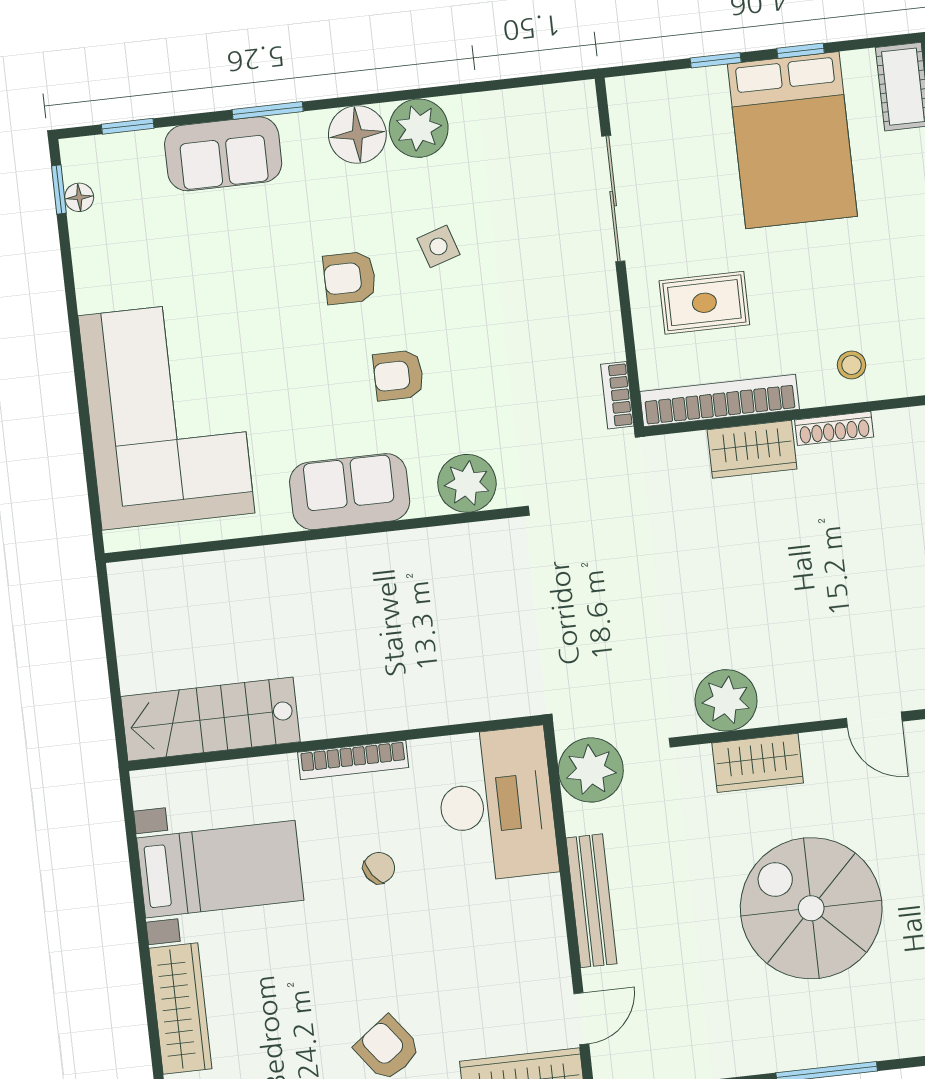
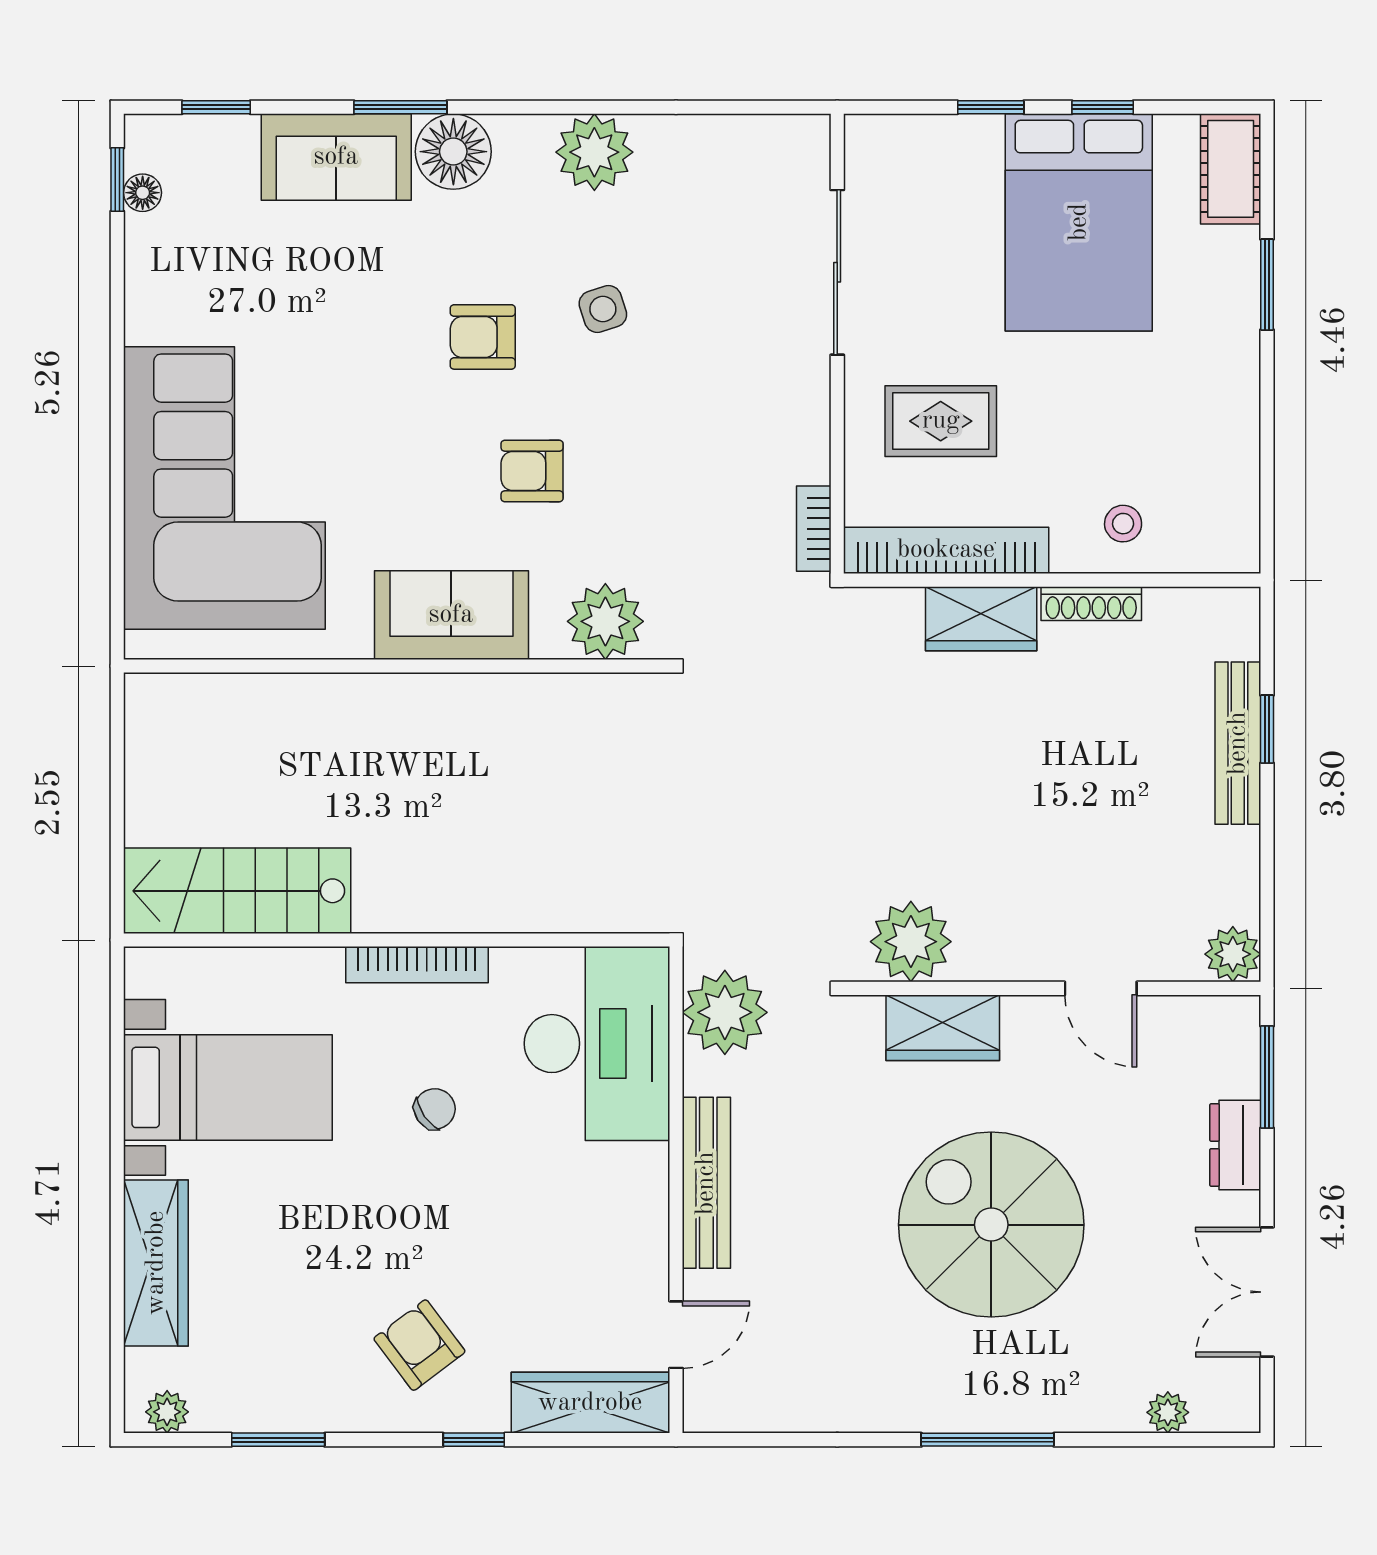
floor lamp: (357, 134) -> (453, 152), moved

